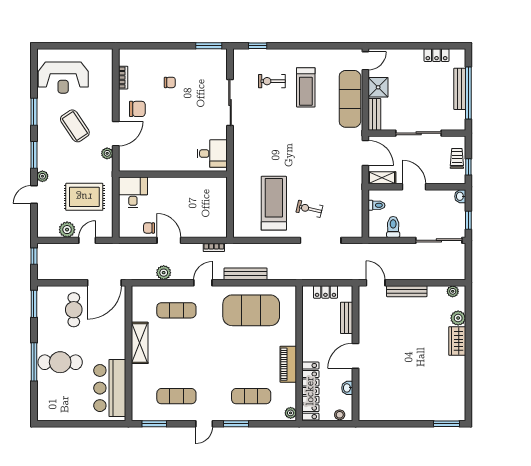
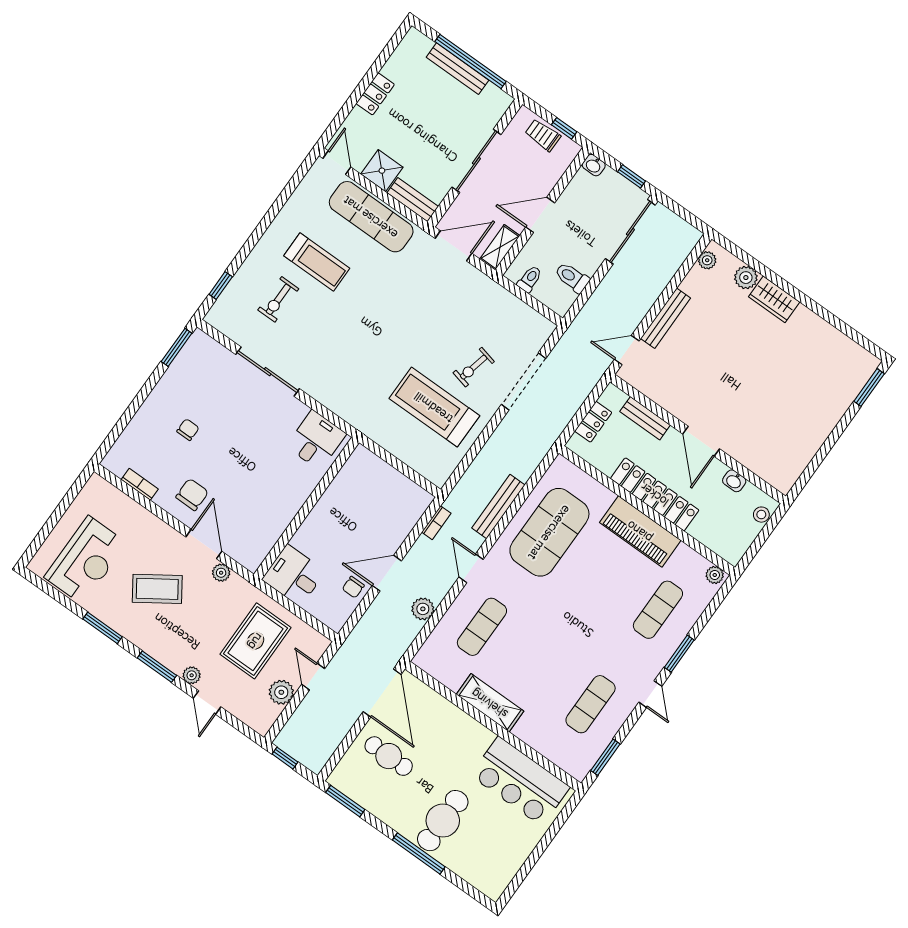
locker: (437, 55) -> (375, 94), moved
piano: (288, 364) -> (640, 531), width x1.37, depth x1.33
locker: (310, 391) -> (655, 494), moved

